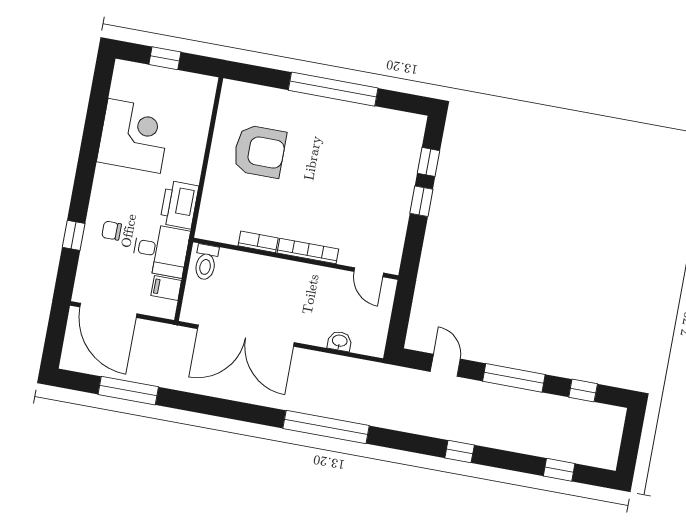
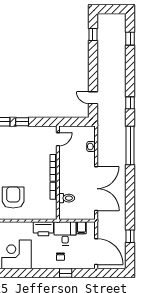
toilet: (206, 262) -> (67, 198), moved
door: (108, 310) -> (96, 252), hinge flipped
door: (445, 365) -> (93, 98), hinge flipped
window: (514, 378) -> (93, 66), removed
window: (128, 391) -> (130, 236), width x0.46
window: (460, 451) -> (130, 103), moved

